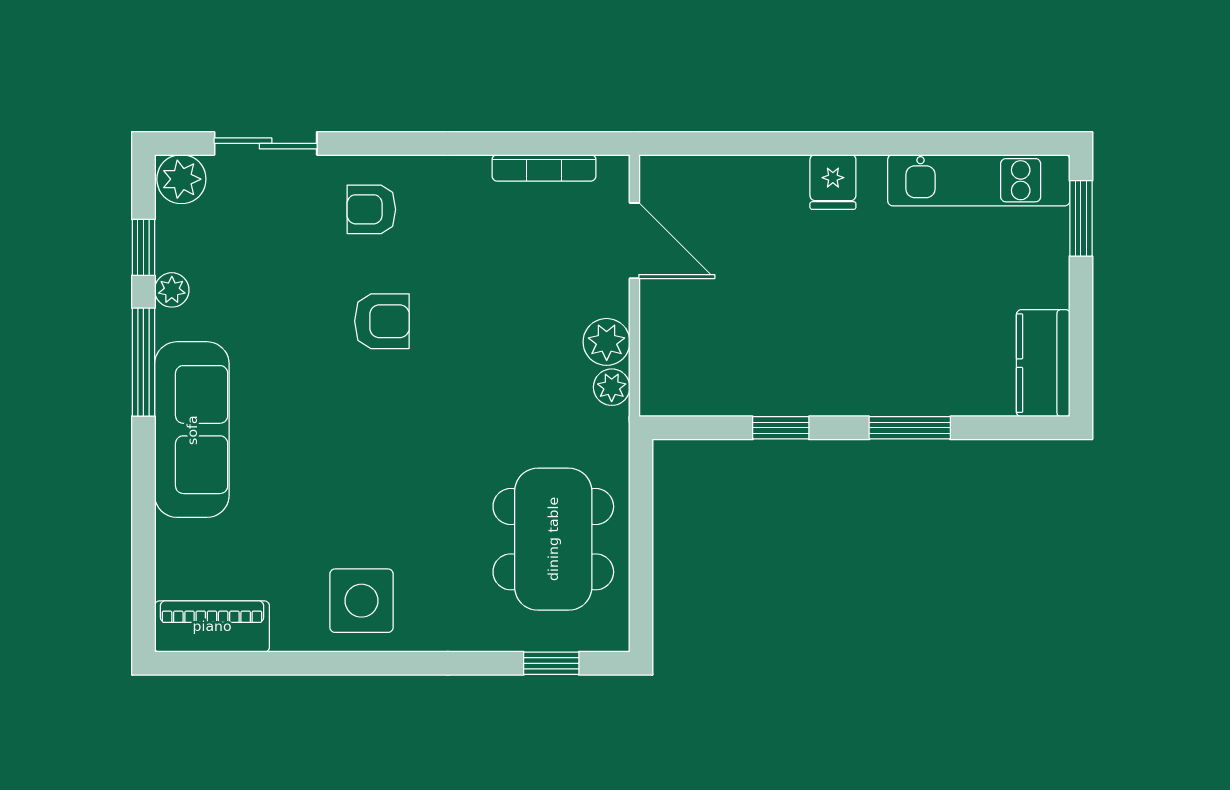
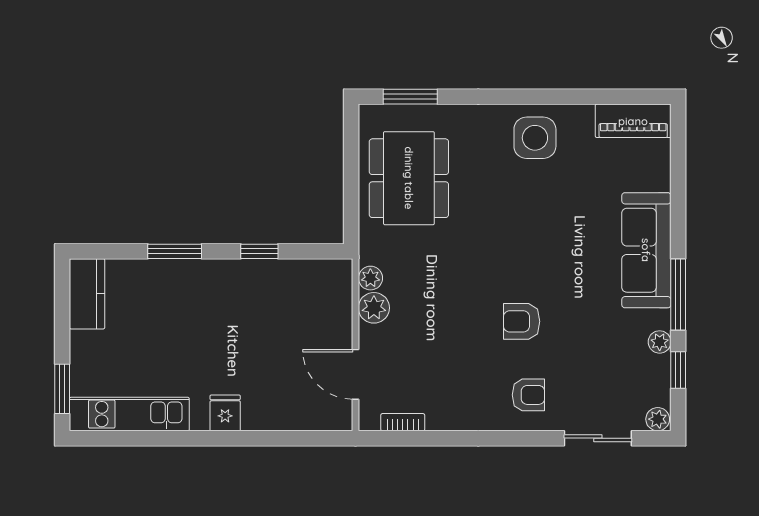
bookcase: (544, 168) -> (403, 422), width x0.64
plant: (181, 179) -> (658, 419), width x0.73, depth x0.73
window: (551, 663) -> (410, 97), width x1.50

